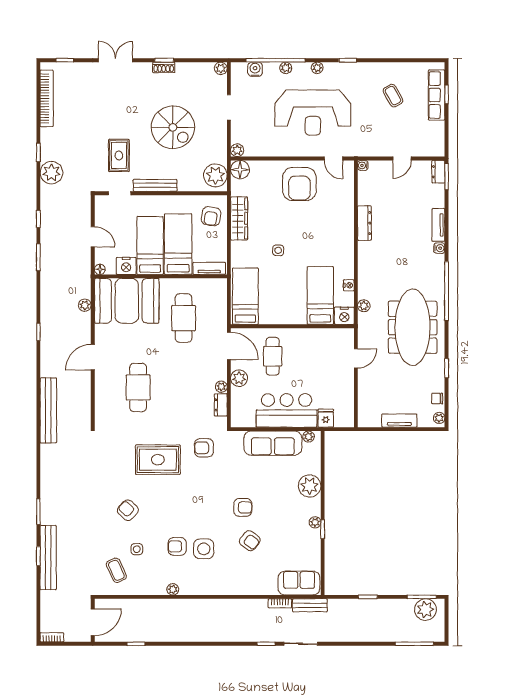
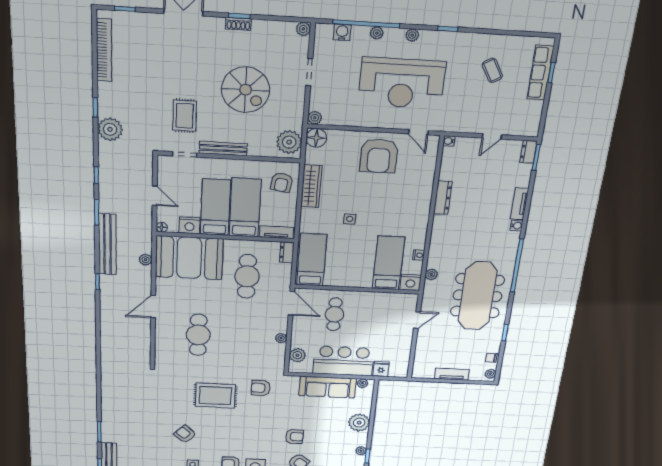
plant: (239, 378) -> (297, 355), moved
dresser: (221, 405) -> (287, 252), moved
bench: (48, 410) -> (107, 244), moved

